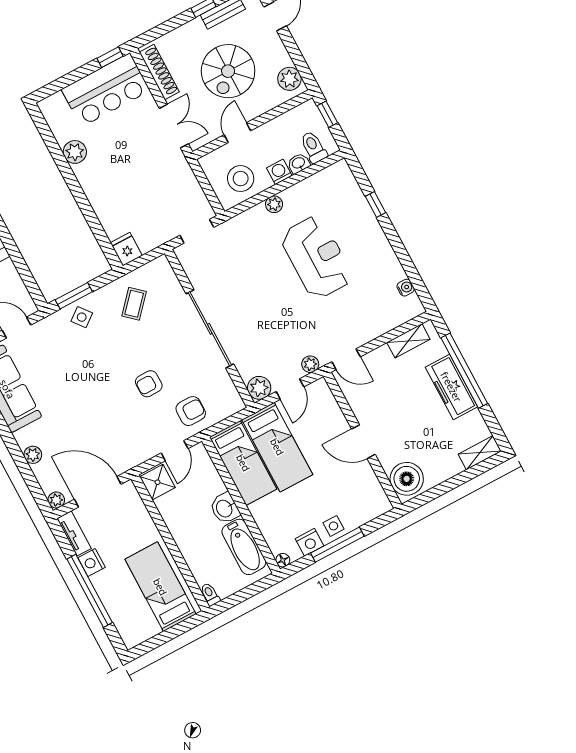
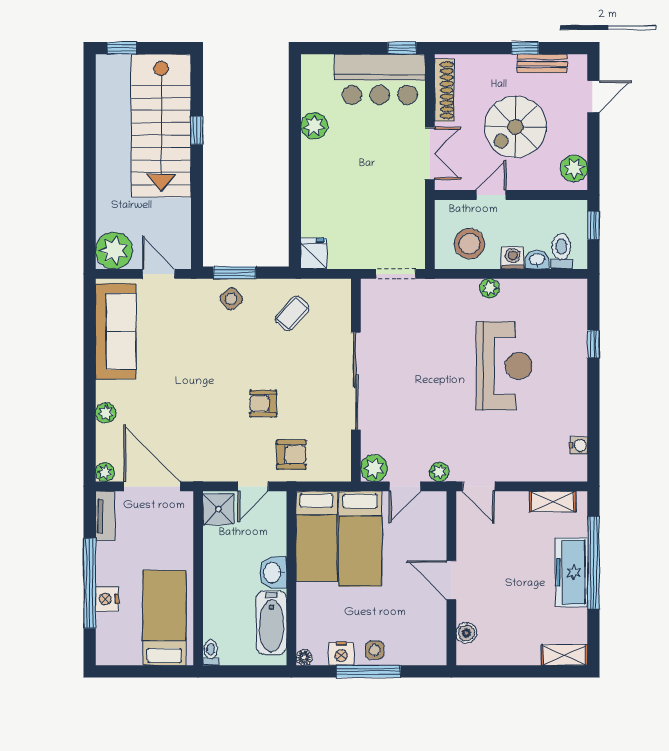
boiler: (407, 479) -> (466, 633), width x0.54, depth x0.54
nightstand: (92, 563) -> (107, 599), moved

